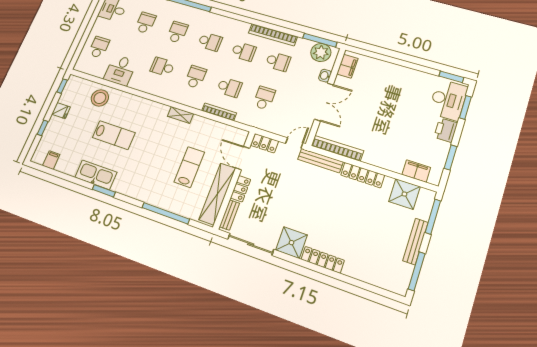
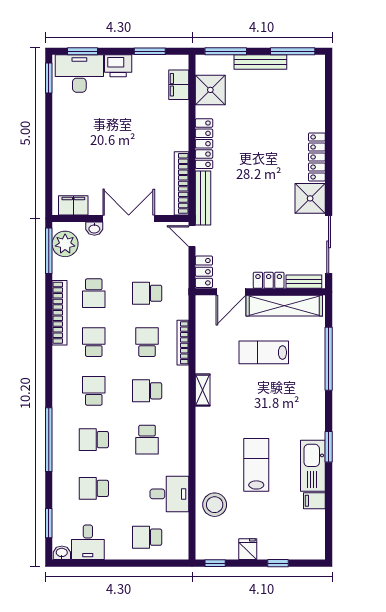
school desk: (278, 62) -> (94, 293), turned 180
filing cabinet: (51, 160) -> (314, 501), moved

